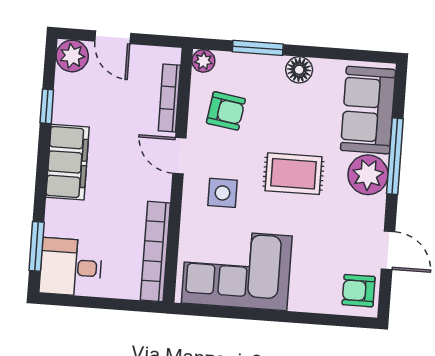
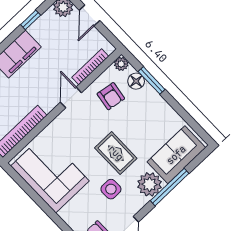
floor lamp: (299, 70) -> (136, 81), moved
side table: (222, 193) -> (111, 189), moved

